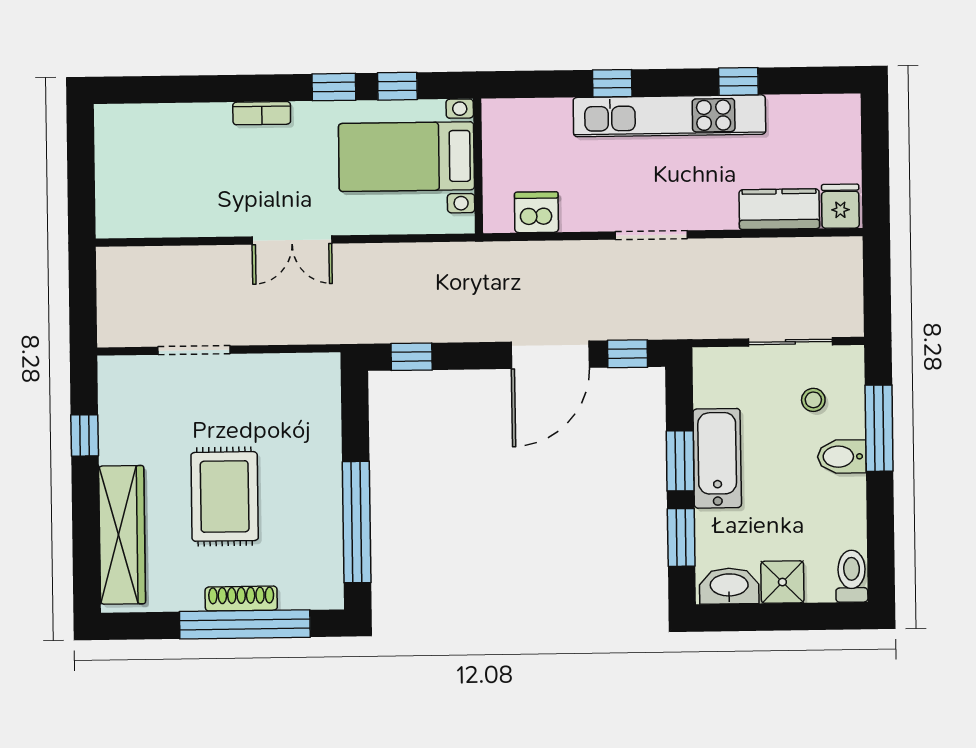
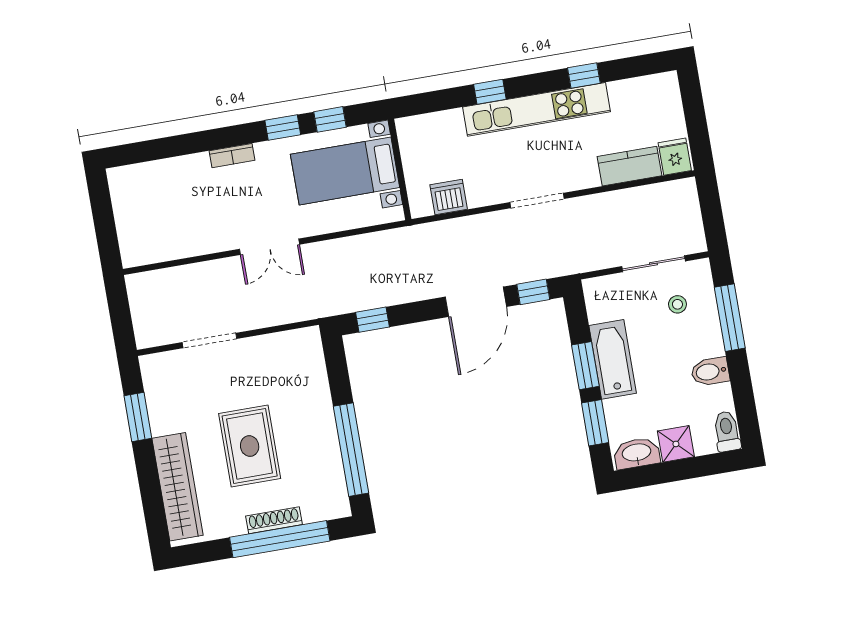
window: (85, 435) -> (138, 417), width x1.50
bidet: (842, 457) -> (710, 372), moved

